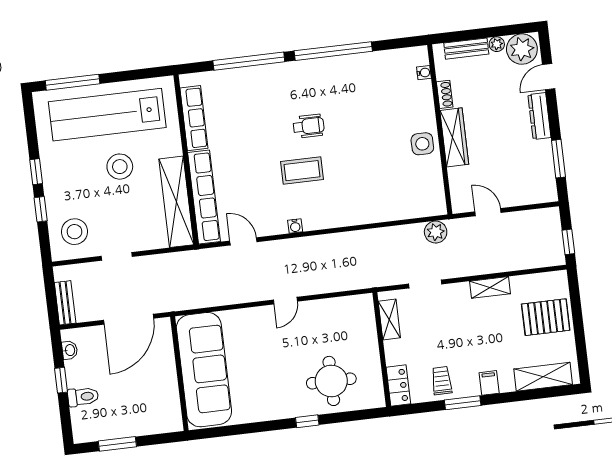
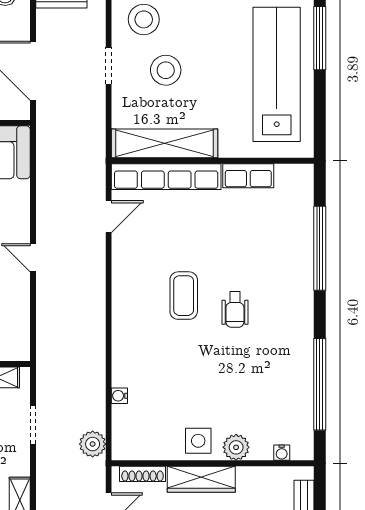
window: (333, 51) -> (320, 384), moved
shoe rack: (445, 94) -> (143, 474), moved, width x1.43
plant: (424, 111) -> (236, 447), added
row of seats: (194, 118) -> (248, 176), width x0.68
stool: (120, 167) -> (166, 70), moved
water cooler: (295, 226) -> (119, 396), moved

